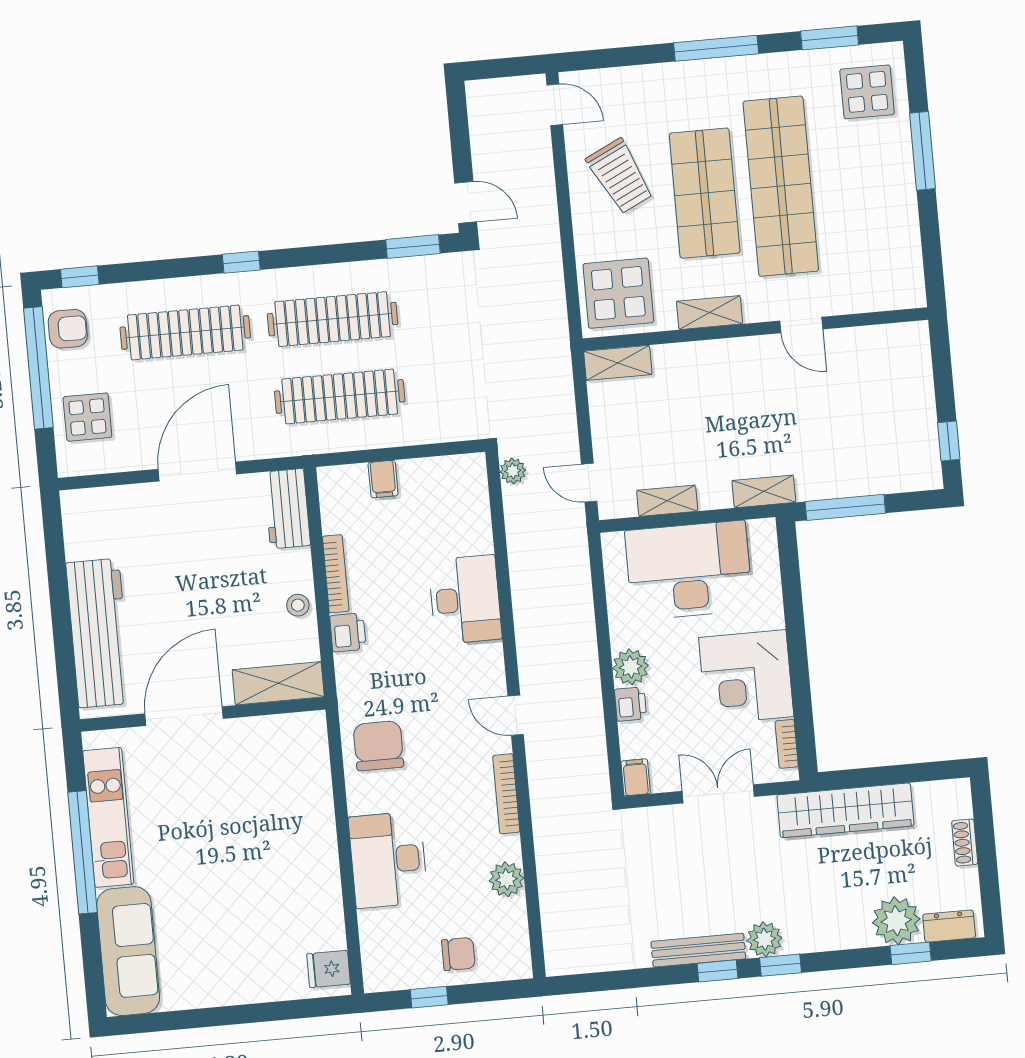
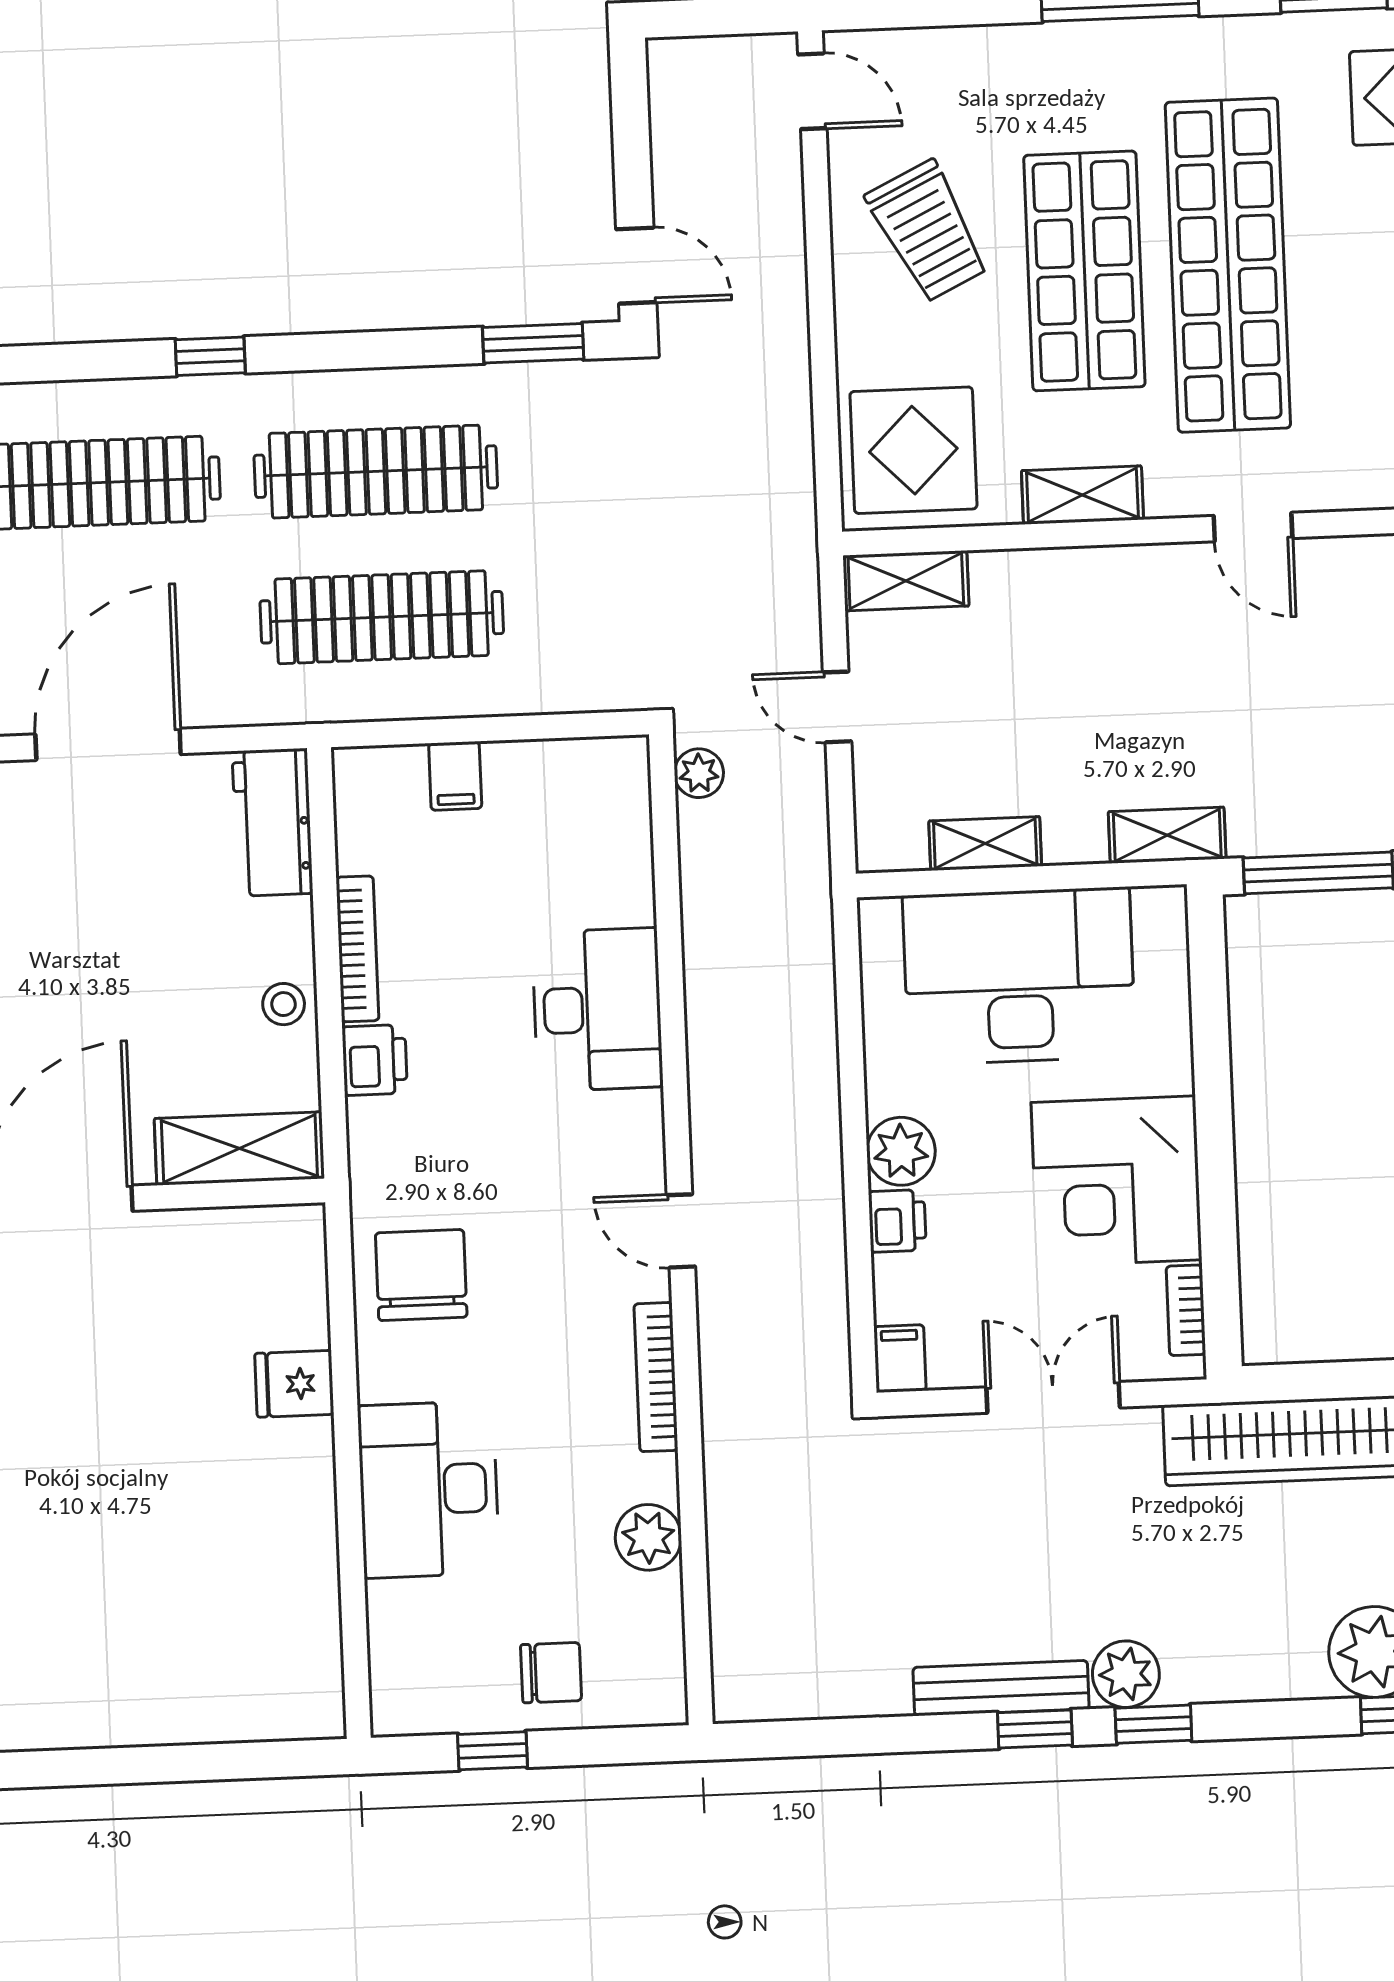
door: (589, 483) -> (837, 707), moved
fridge: (329, 969) -> (294, 1384), moved

